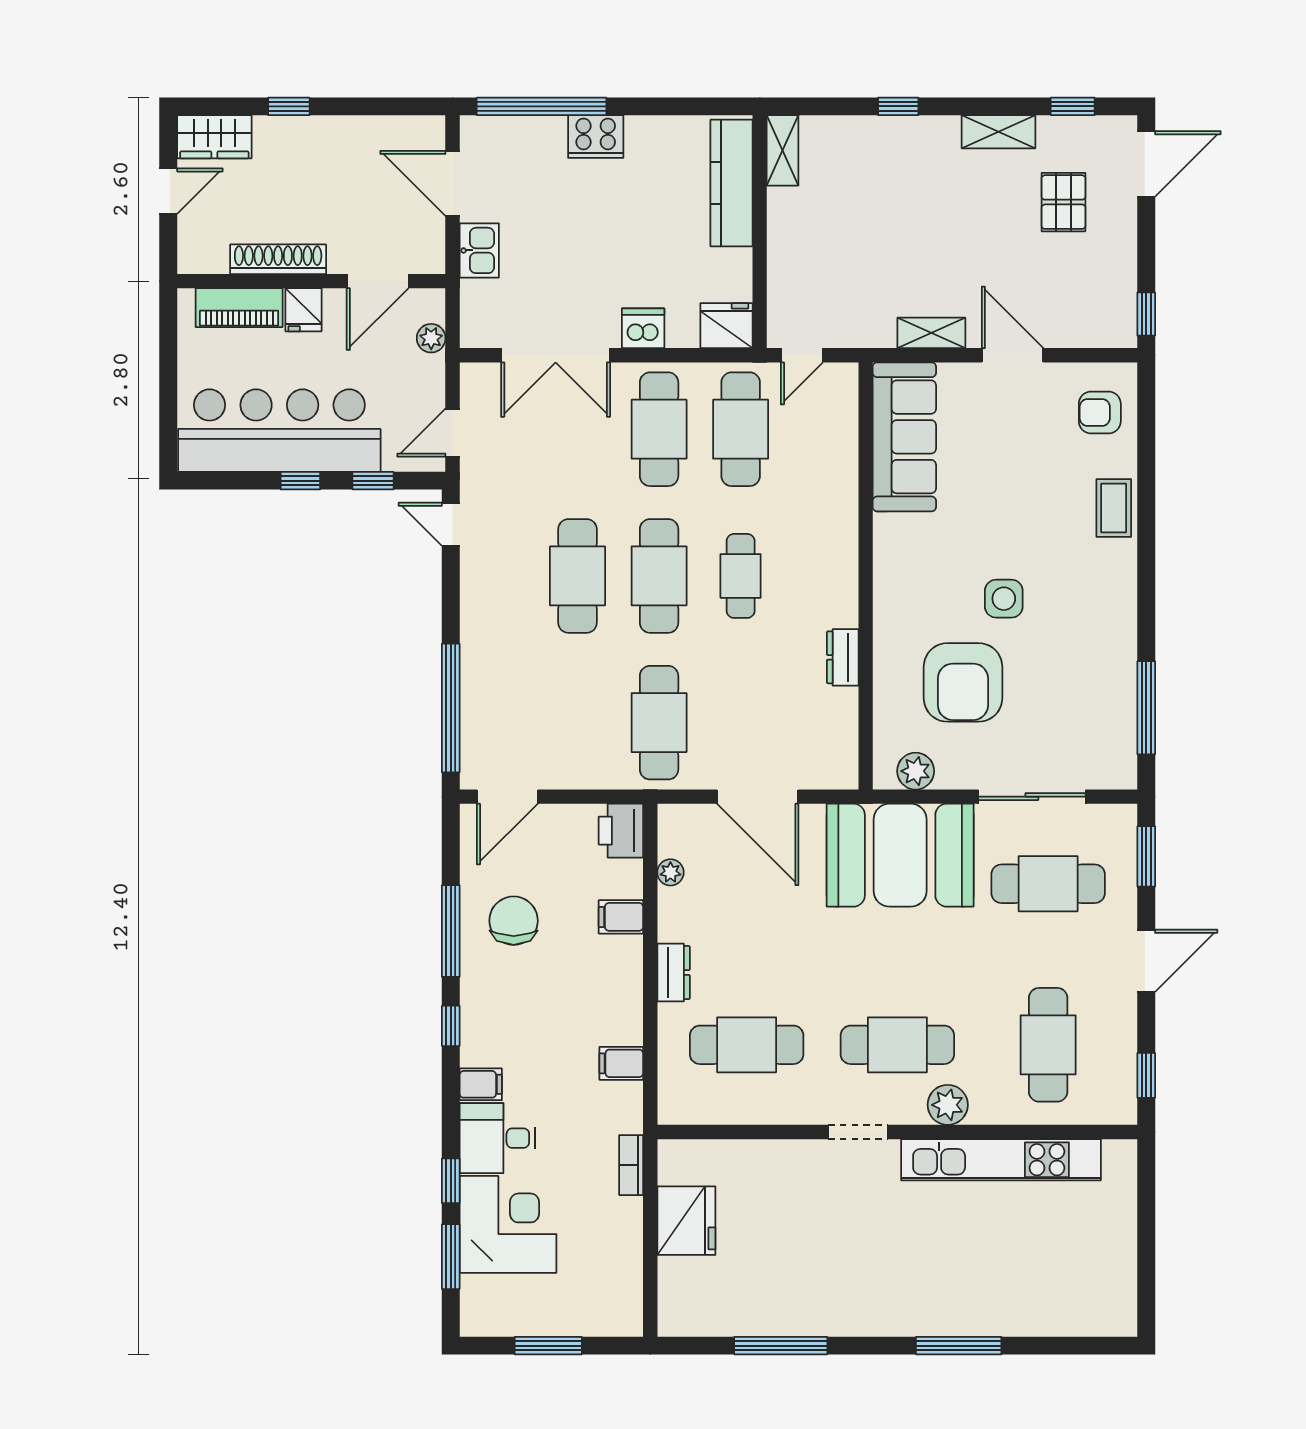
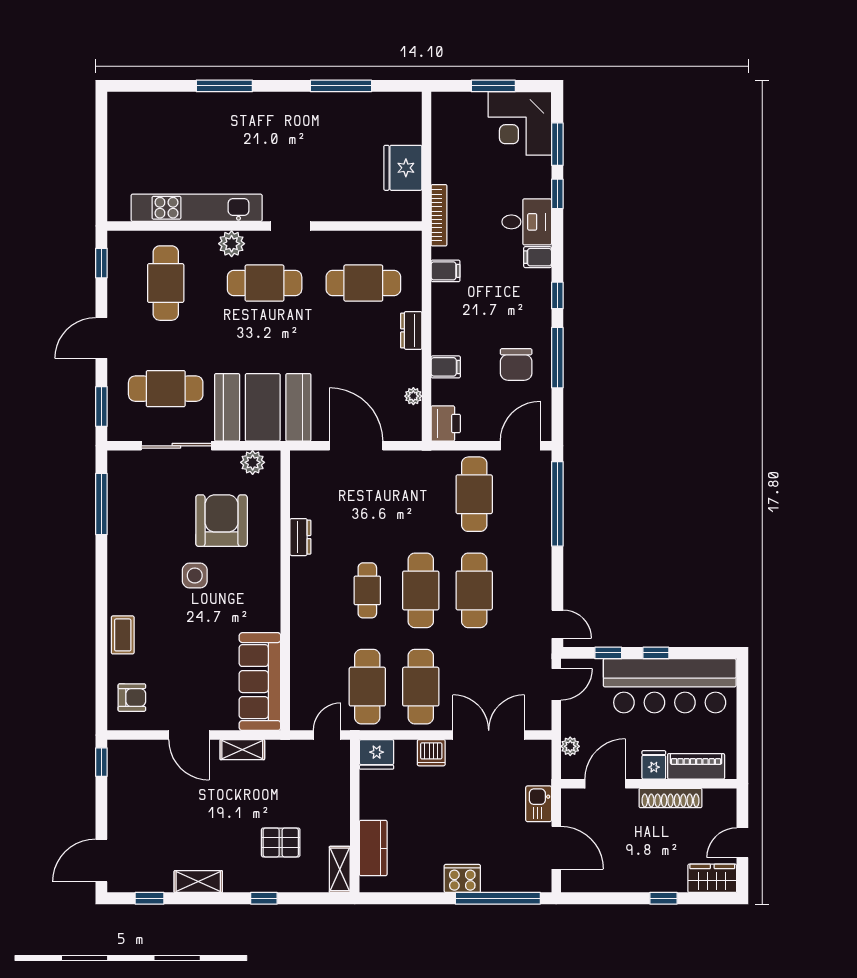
kitchen counter: (732, 183) -> (373, 848), width x0.67
pallet: (1063, 202) -> (281, 842), moved, turned 90
cafe table: (659, 723) -> (474, 494), moved
bookcase: (631, 1165) -> (439, 215), width x1.56
corner desk: (508, 1224) -> (520, 123), moved

